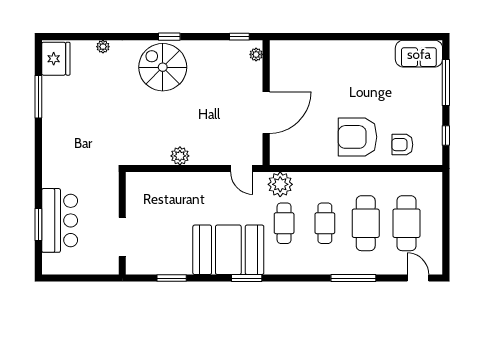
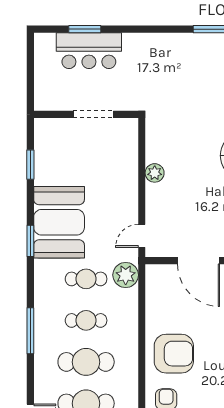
armchair: (358, 137) -> (174, 354), turned 90
doorway: (122, 237) -> (93, 114), moved
window: (353, 278) -> (30, 331), moved

